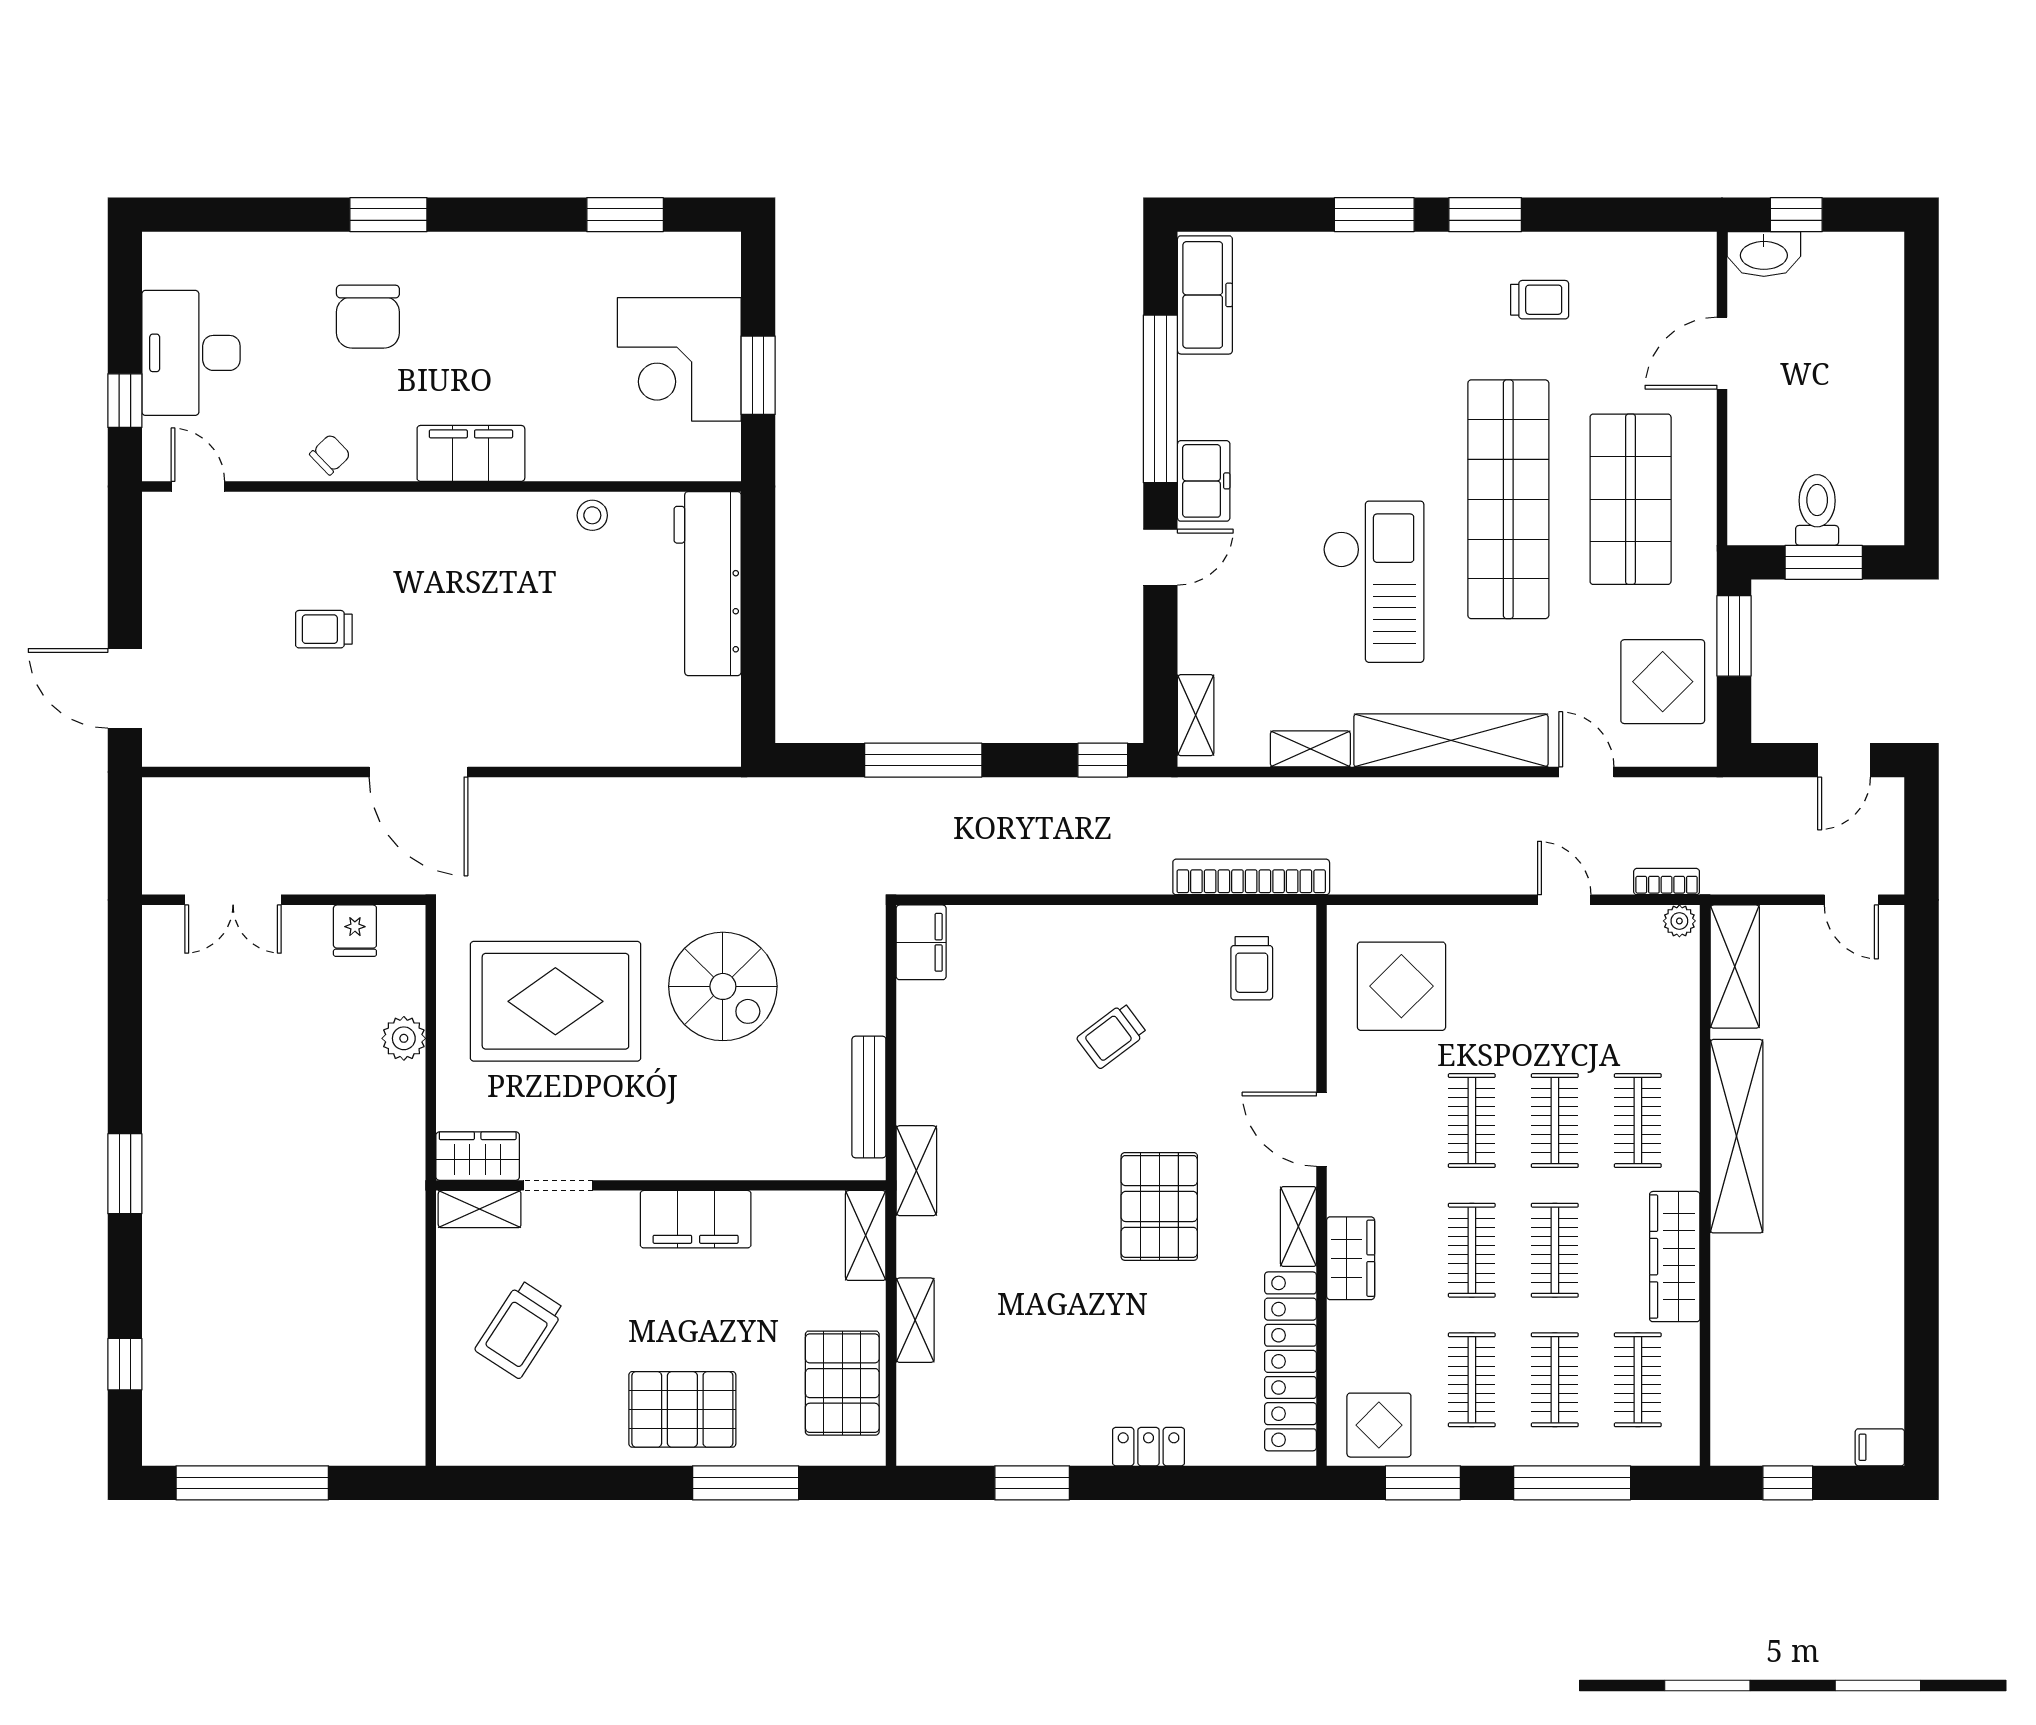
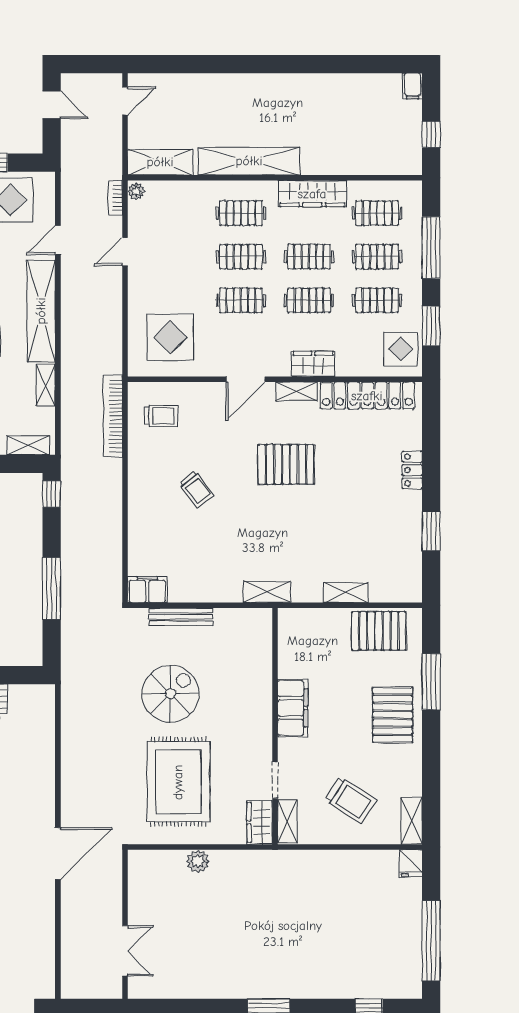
fridge: (355, 931) -> (411, 863), moved, turned 90
bench: (869, 1097) -> (181, 617), moved
shelving: (866, 1235) -> (412, 821), moved, turned 90

